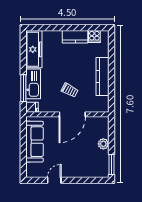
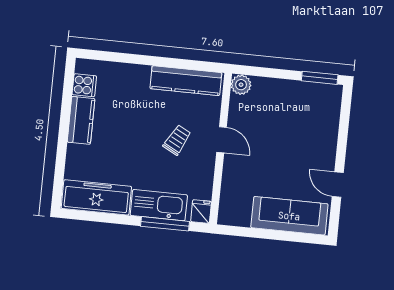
kitchen counter: (102, 76) -> (186, 81), moved
door: (72, 114) -> (222, 140), width x0.53
sofa: (35, 142) -> (289, 216), moved
plant: (103, 144) -> (241, 85), moved

